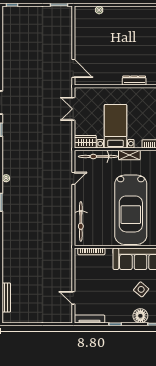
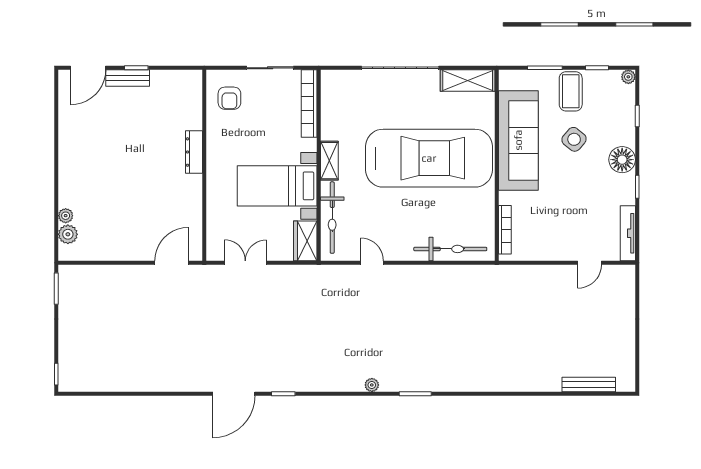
plant: (89, 11) -> (68, 234), added
double door: (73, 109) -> (245, 263), swing flipped
floor lamp: (140, 316) -> (622, 160), moved

